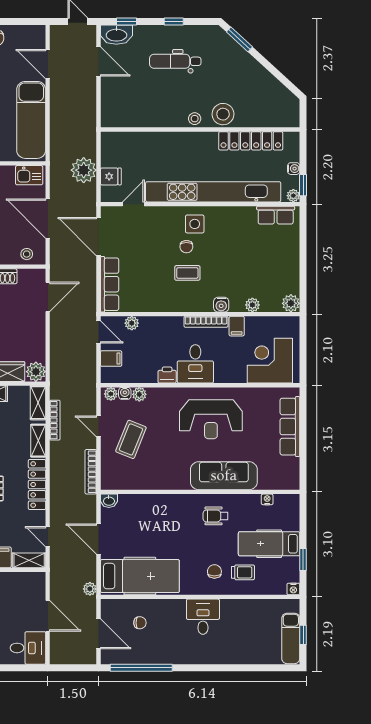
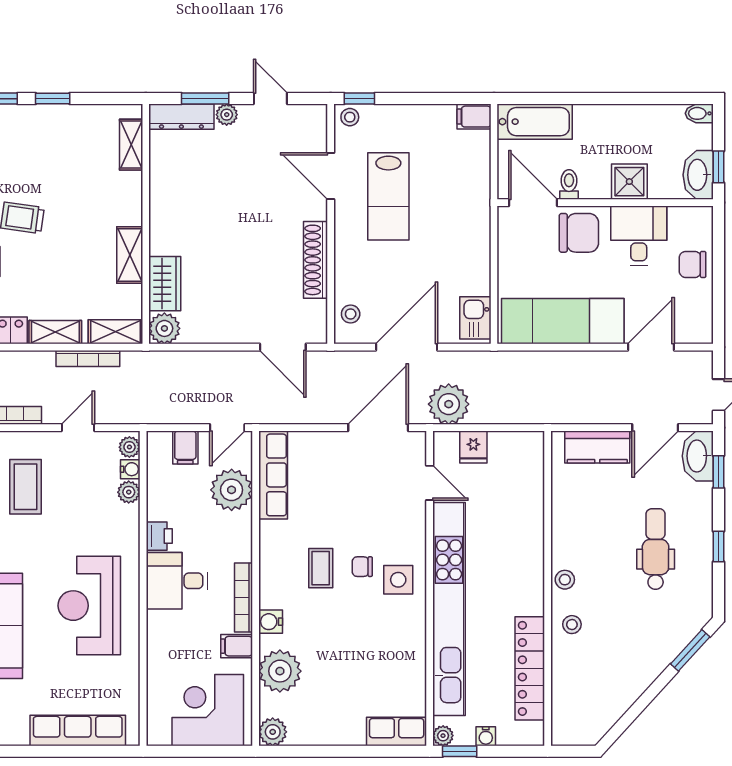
kitchen counter: (111, 98) -> (597, 447), added
stool: (223, 114) -> (572, 625), width x0.53, depth x0.53
plant: (84, 170) -> (449, 404), moved
row of seats: (276, 215) -> (397, 732), moved, turned 90
row of seats: (110, 284) -> (273, 475), moved, turned -90
plant: (252, 305) -> (280, 671), width x1.87, depth x1.87
plant: (132, 323) -> (232, 490), width x1.87, depth x1.87
corner desk: (270, 361) -> (208, 710), moved, turned -90
coffee table: (131, 439) -> (26, 487), moved, turned 68

